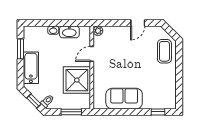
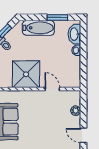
plant: (98, 31) -> (76, 111), moved
washbasin: (69, 32) -> (74, 34), moved

